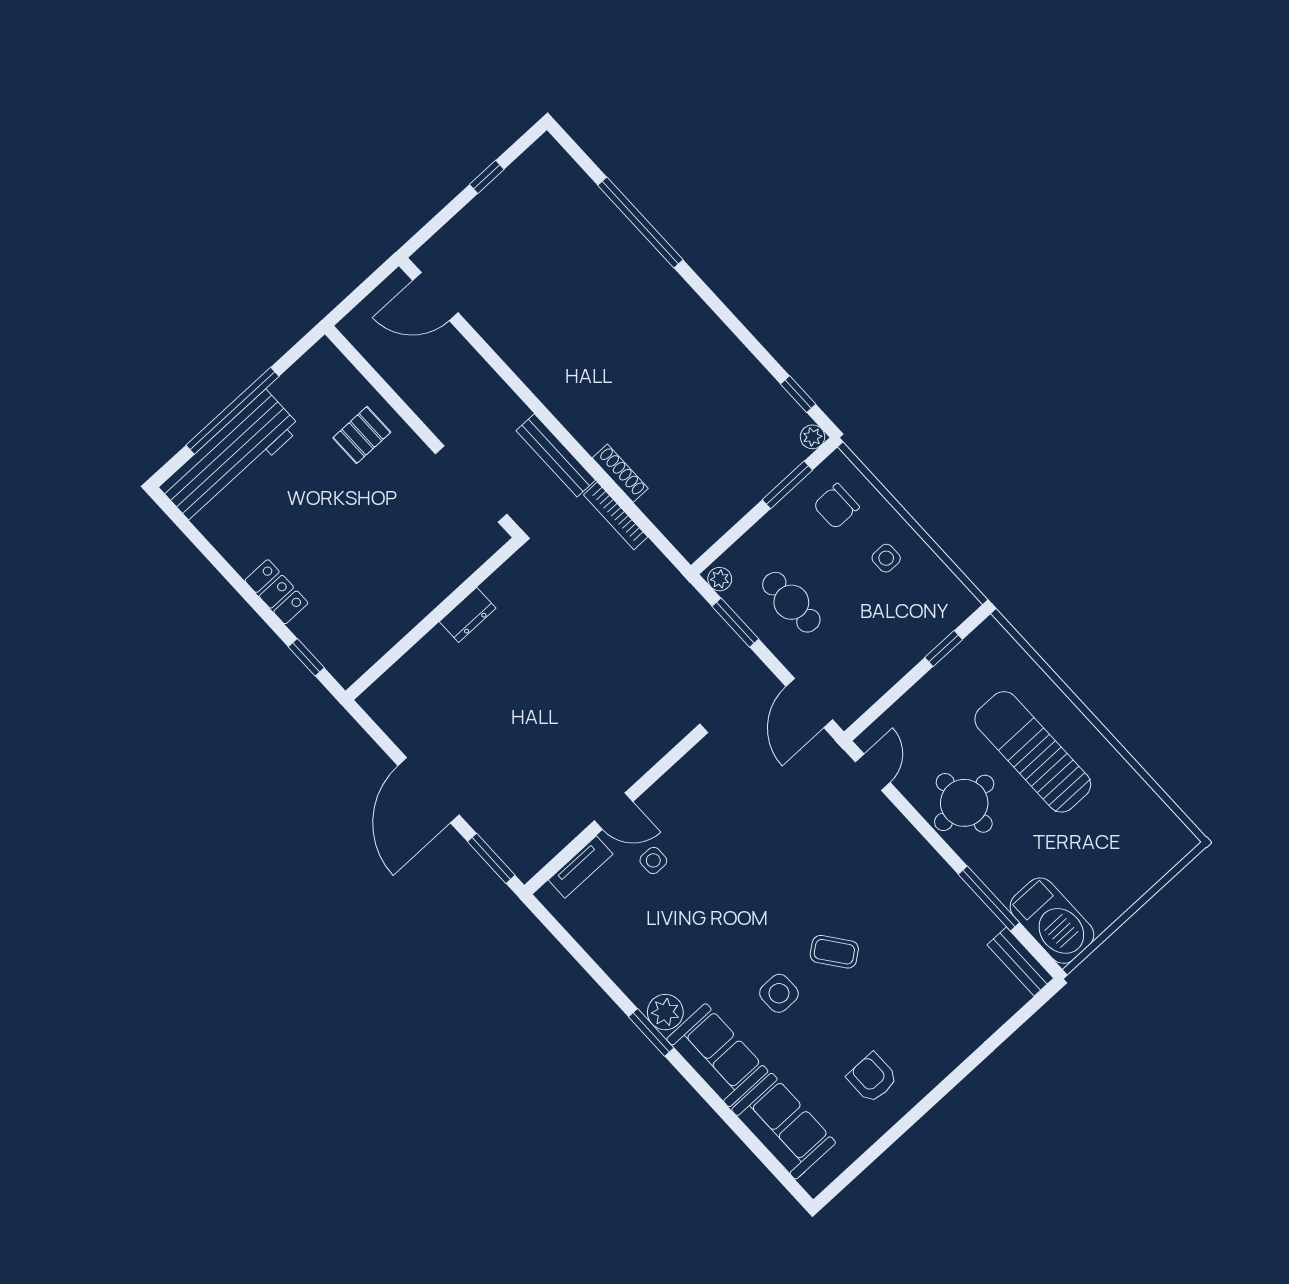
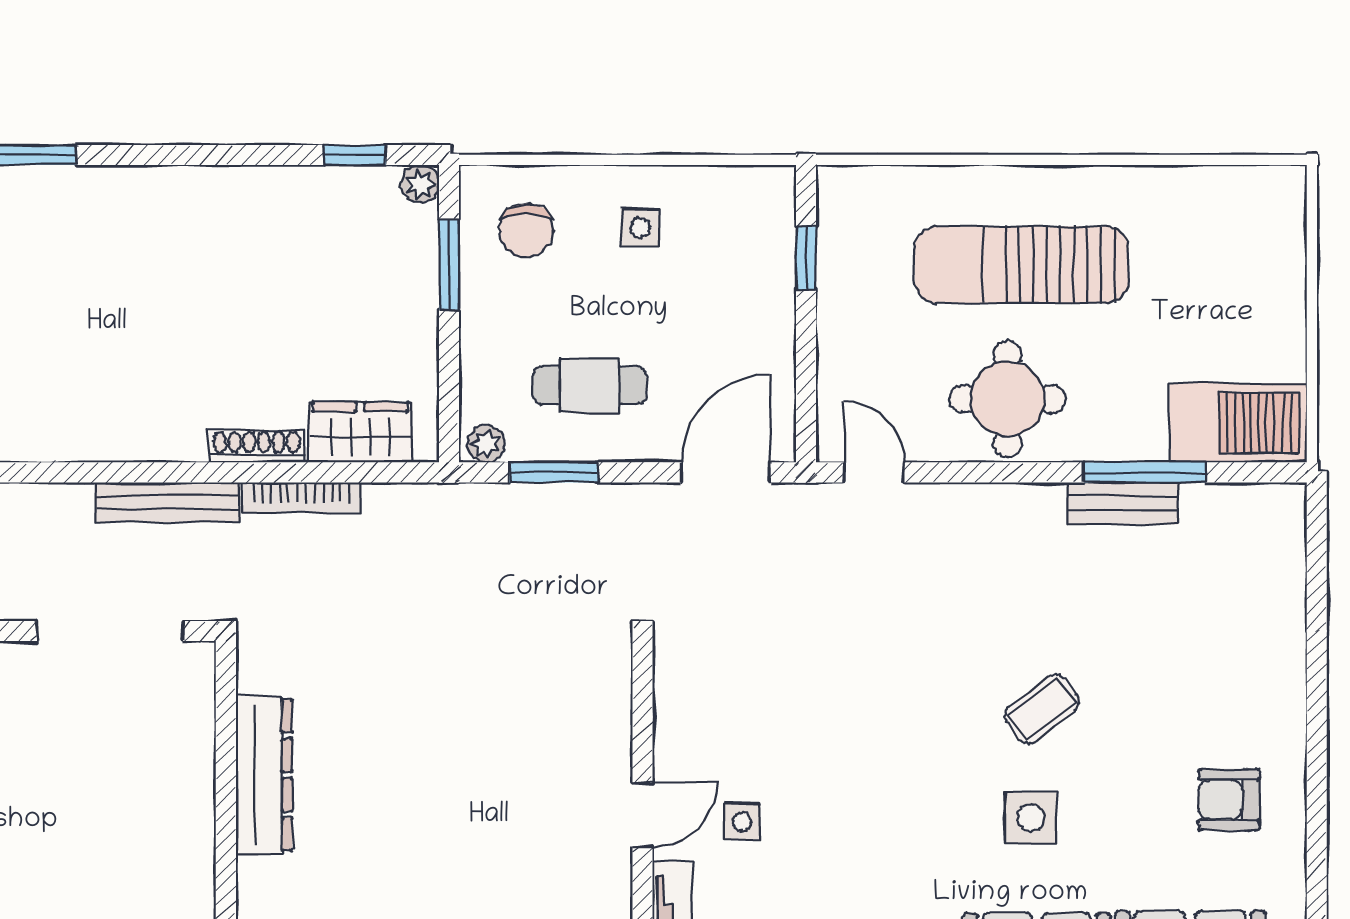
wardrobe: (671, 515) -> (360, 432), added
dresser: (468, 615) -> (264, 775), width x1.96, depth x1.24
door: (809, 703) -> (726, 472), swing flipped
bench: (1020, 962) -> (1123, 503), moved

